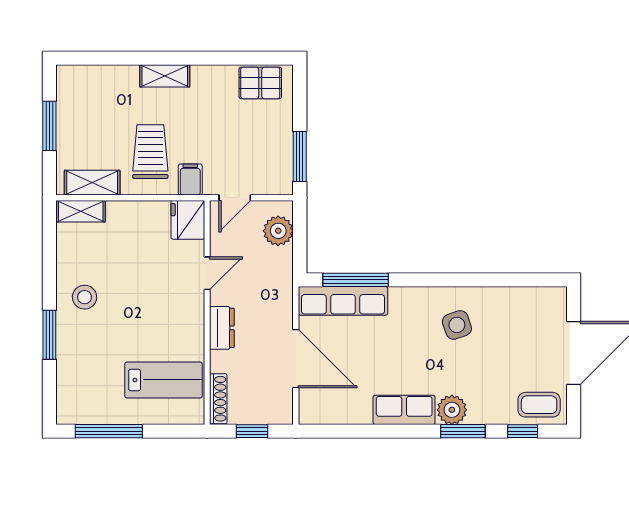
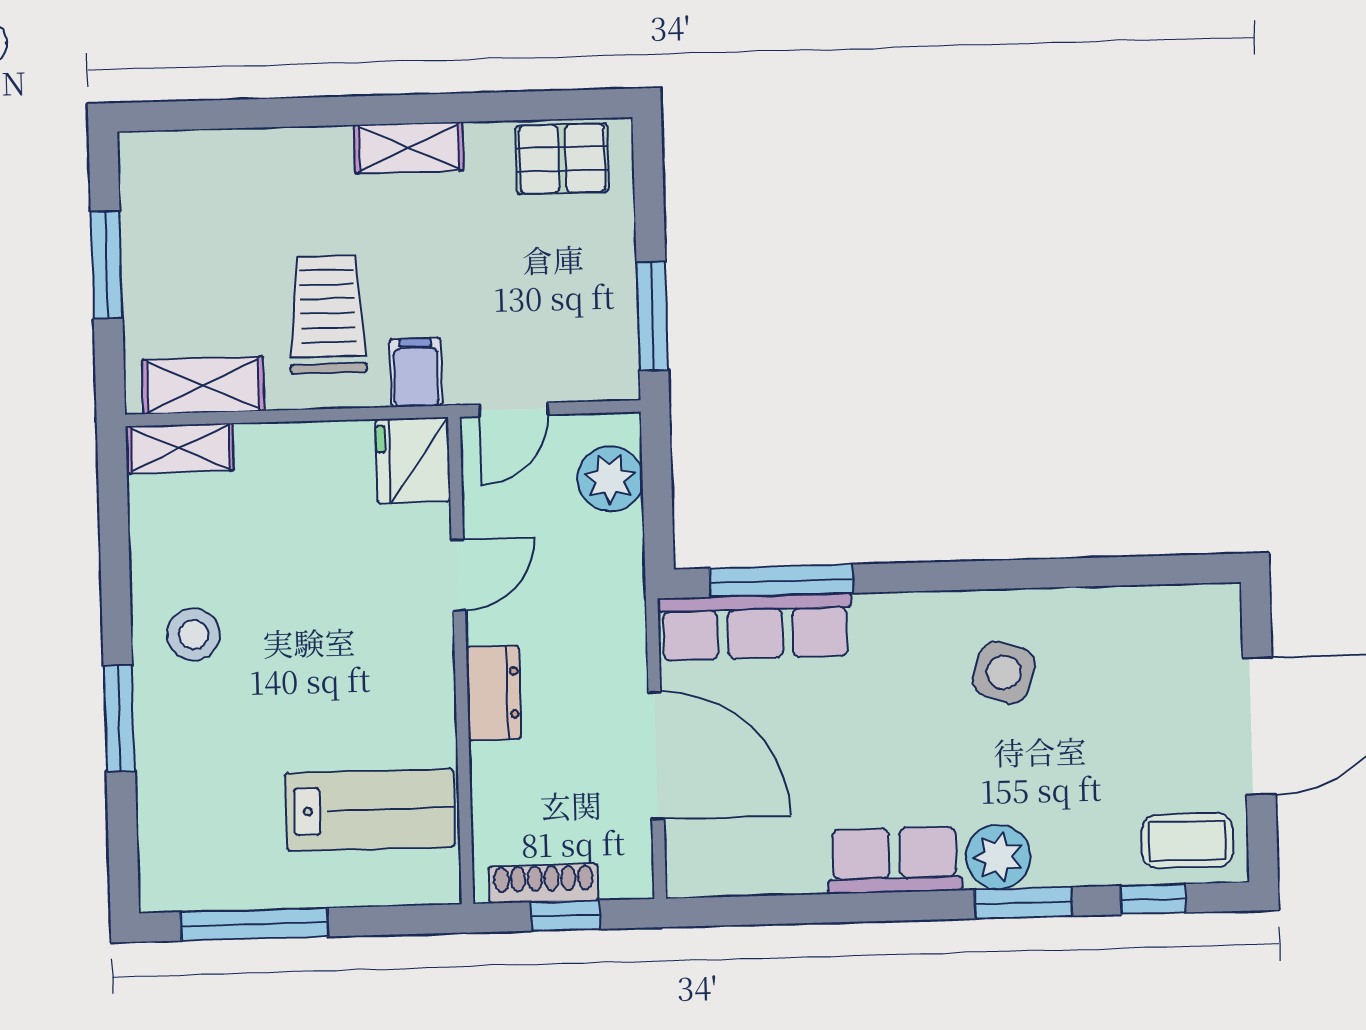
shelving: (165, 76) -> (409, 148), moved
side table: (457, 325) -> (1004, 672), turned 37
shoe rack: (218, 399) -> (543, 883), moved, turned -90

